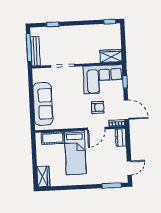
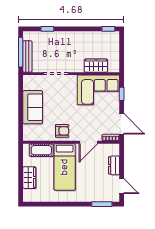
wardrobe: (111, 56) -> (96, 66), moved
sofa: (43, 104) -> (33, 107), width x0.73
armchair: (98, 107) -> (62, 131), moved
dresser: (121, 138) -> (114, 165), moved
door: (129, 168) -> (122, 186), hinge flipped
wardrobe: (43, 177) -> (29, 178), moved

